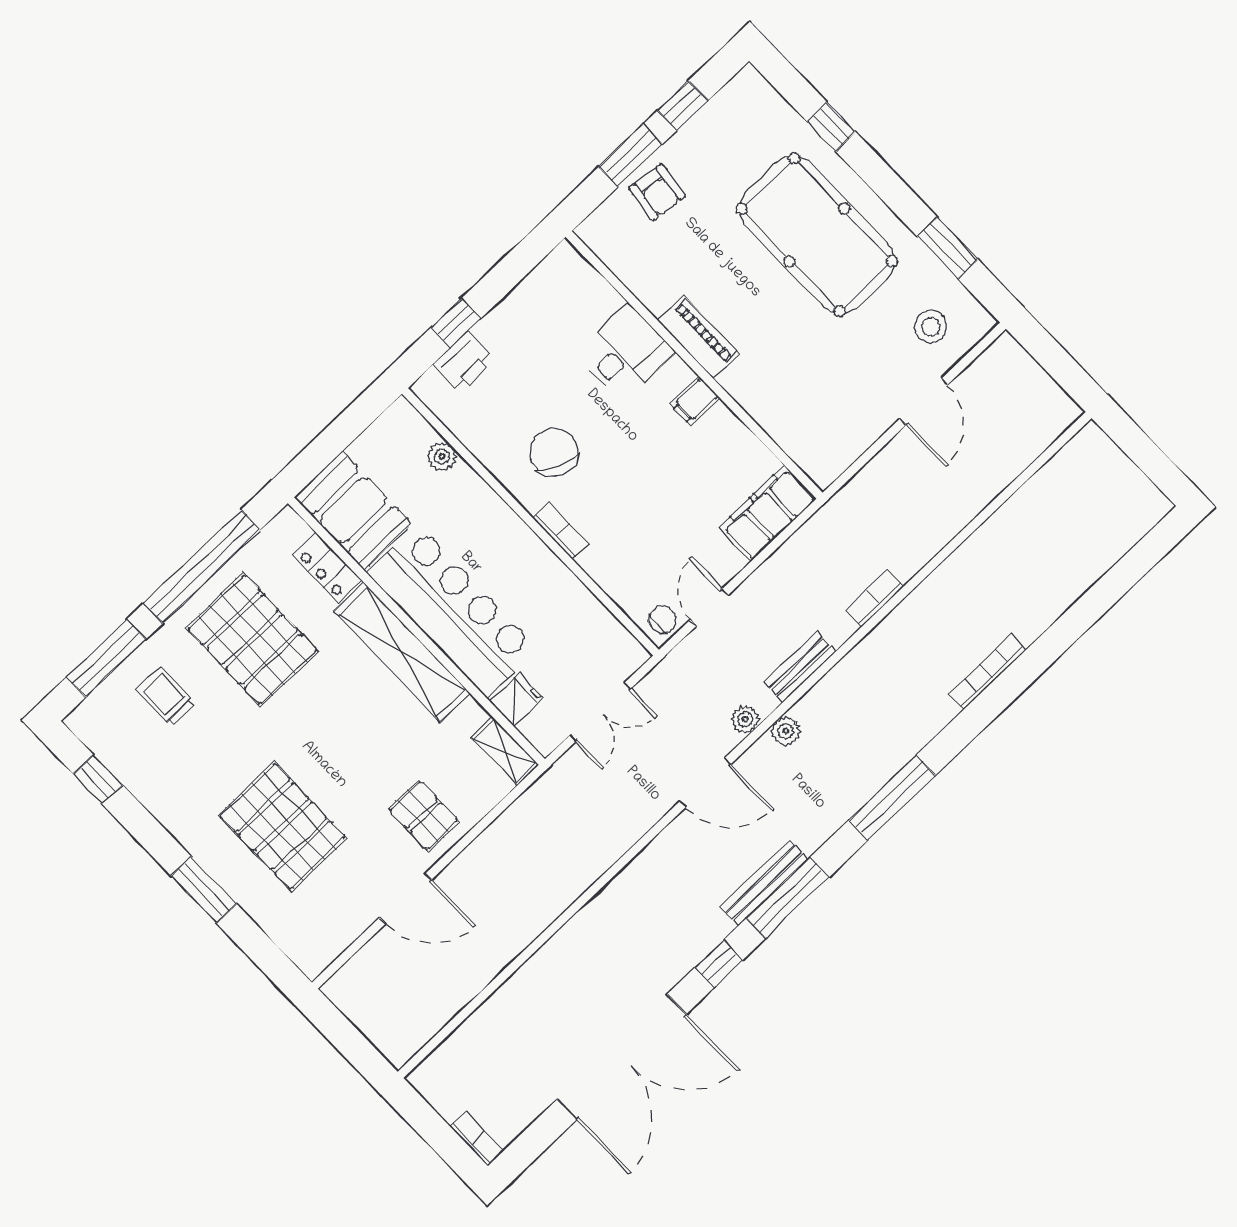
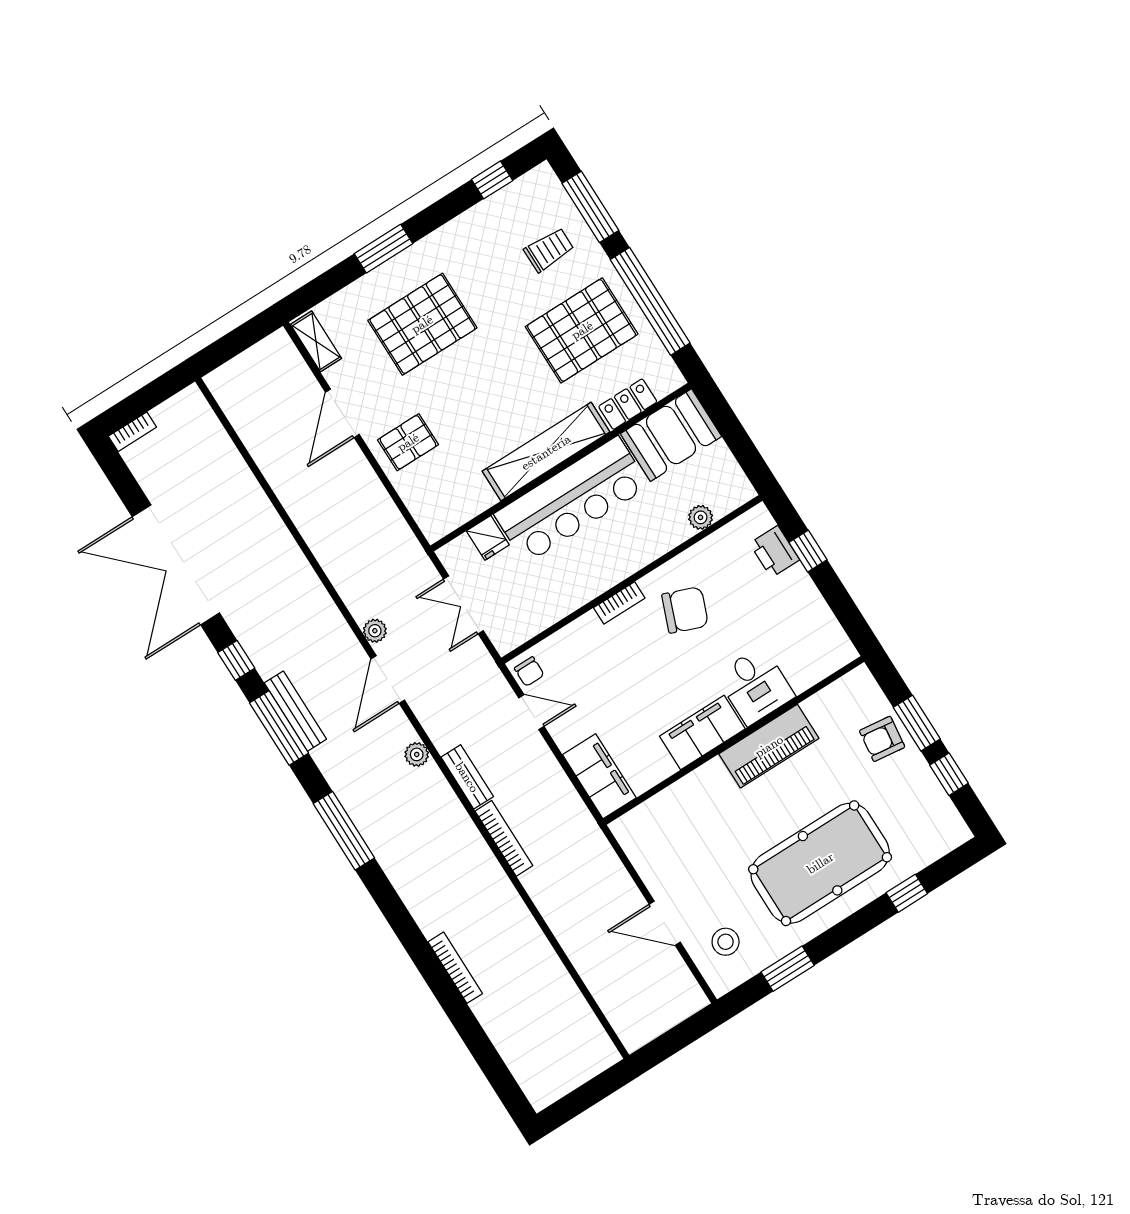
piano: (698, 337) -> (769, 746), width x1.37, depth x1.33
filing cabinet: (695, 401) -> (702, 733), width x3.00, depth x1.17
bookcase: (875, 598) -> (504, 838), width x1.56
bookcase: (988, 672) -> (455, 968), moved
plant: (745, 719) -> (375, 631), moved
shelving: (505, 751) -> (316, 341), moved, turned 90

